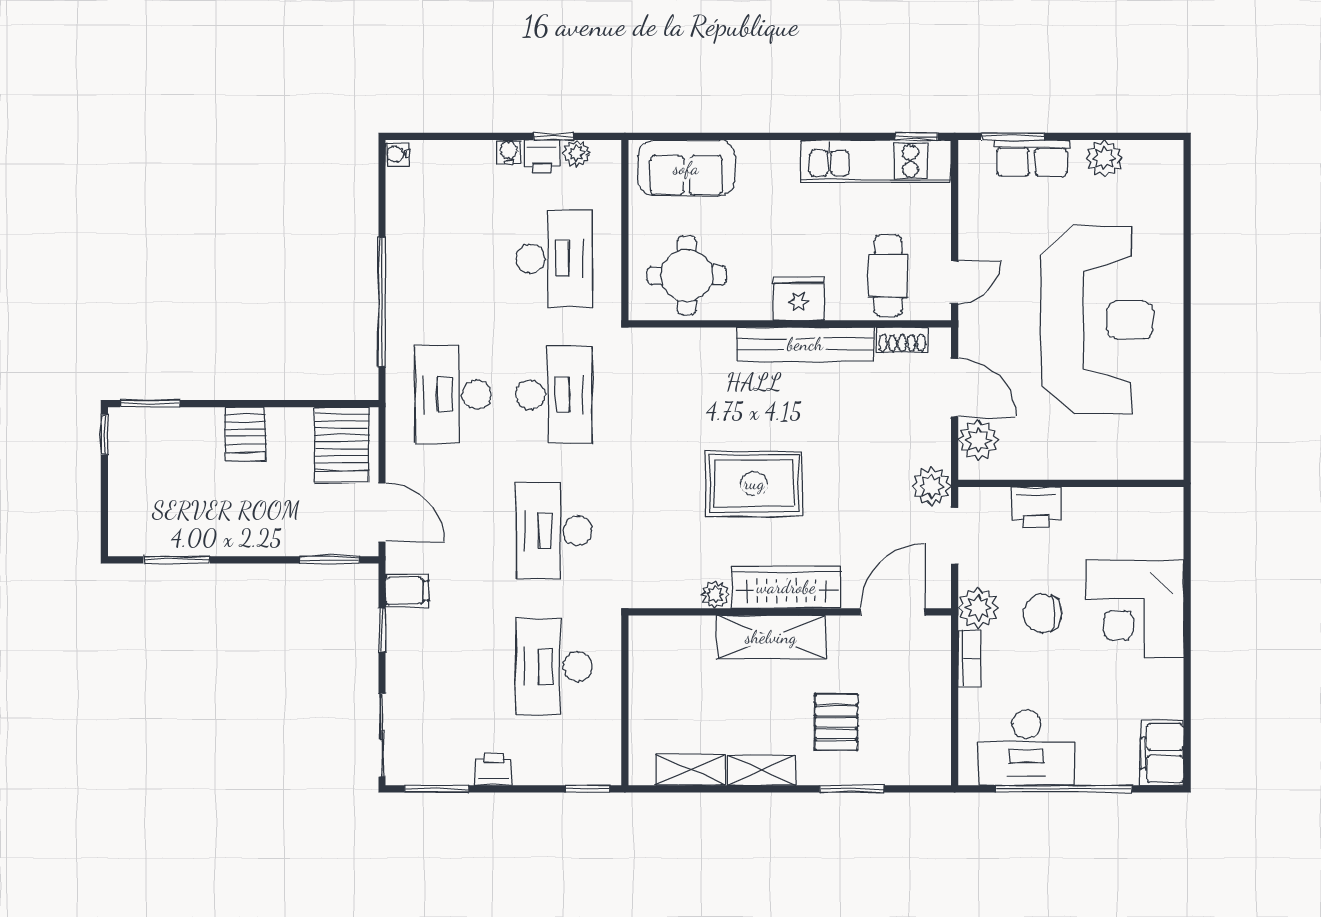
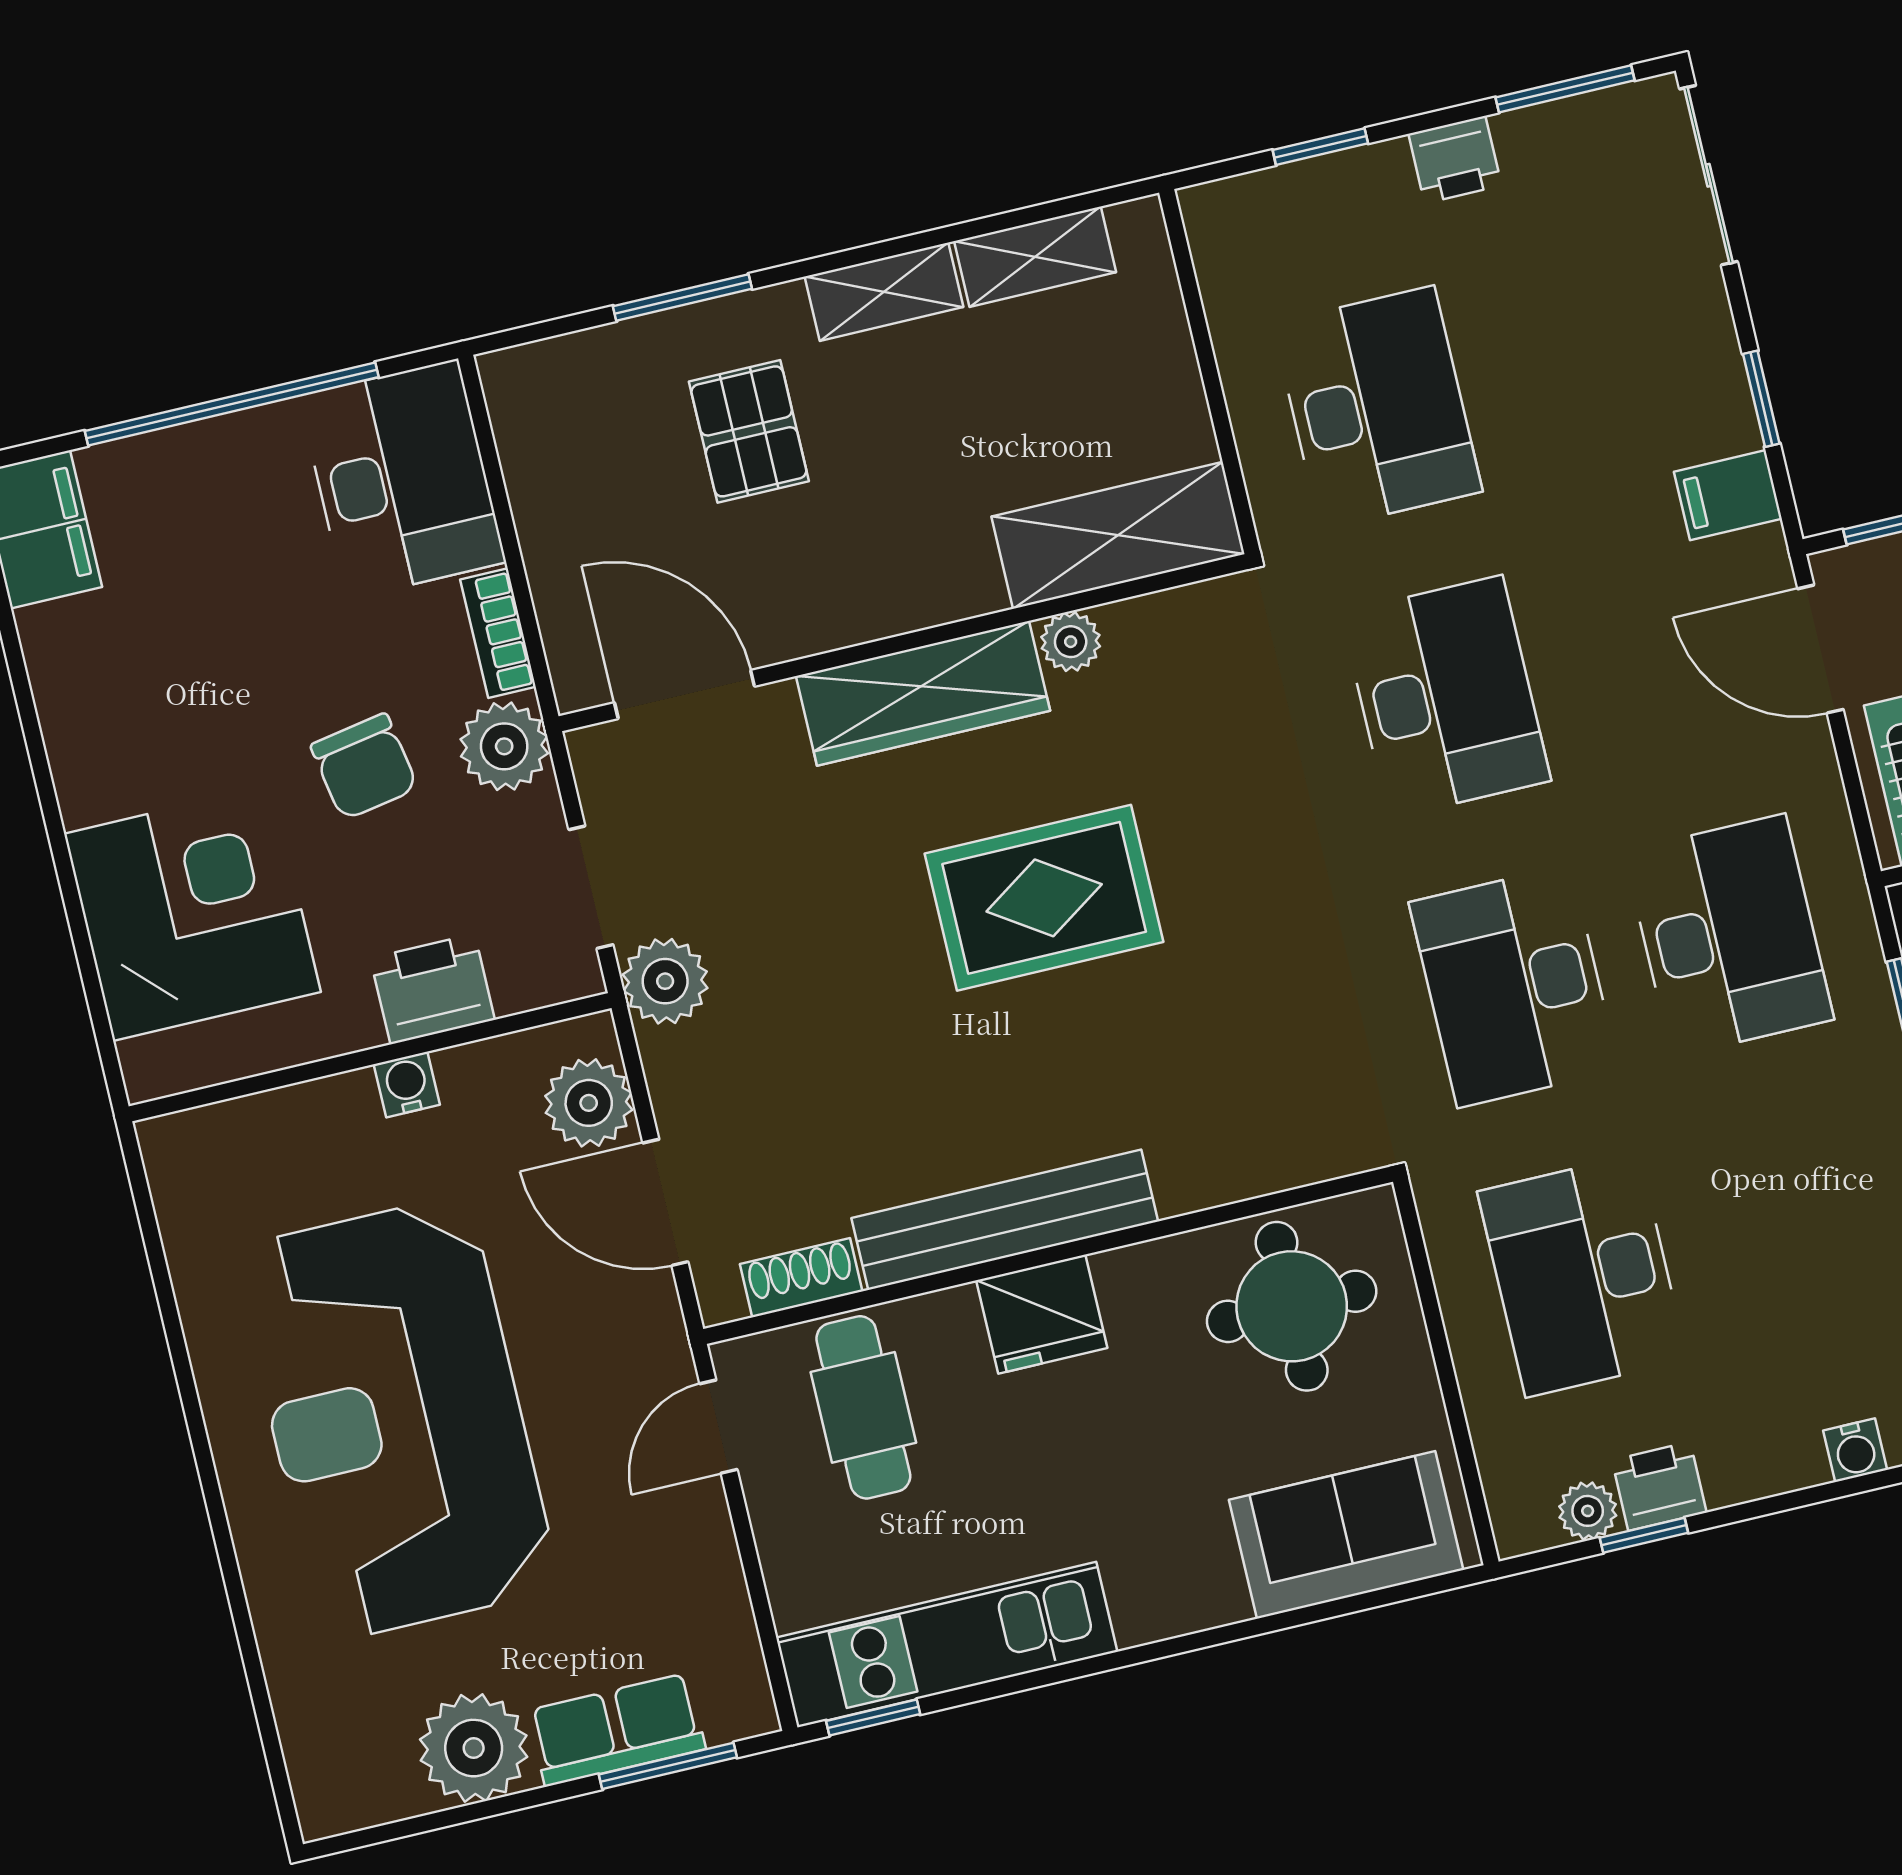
water cooler: (509, 152) -> (1855, 1450), moved
plant: (1104, 158) -> (474, 1748), width x1.36, depth x1.36
water cooler: (1057, 467) -> (407, 1084), added
corner desk: (1135, 609) -> (192, 913), moved
door: (893, 612) -> (685, 694), swing flipped
chair: (1043, 613) -> (364, 767), turned 80
shelving: (771, 637) -> (1118, 535), moved
desk: (1026, 748) -> (402, 479), moved, turned 90
window: (588, 789) -> (1320, 147), moved

